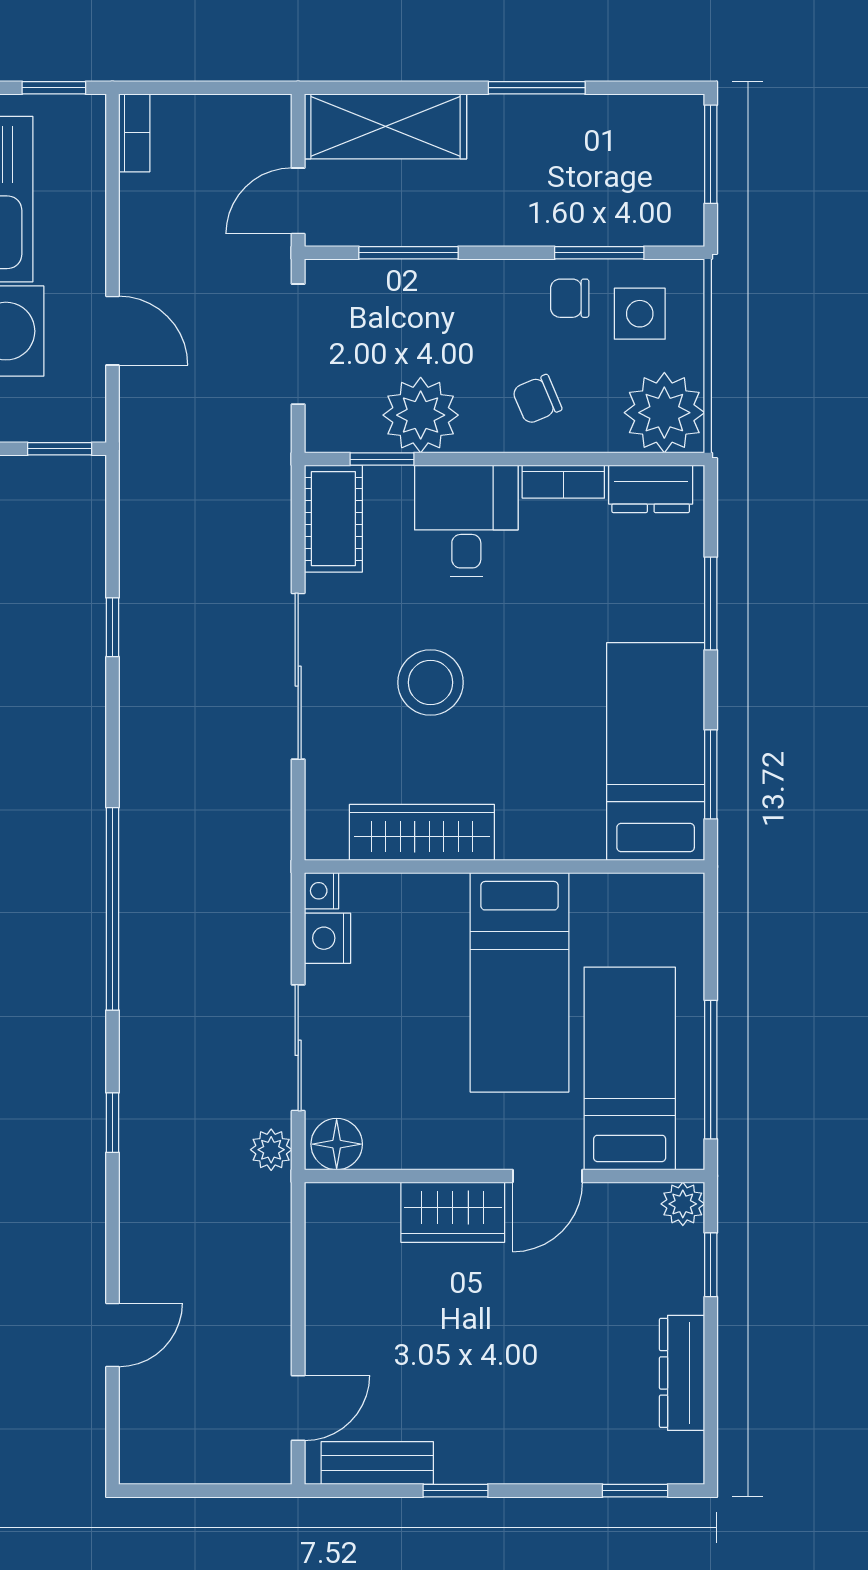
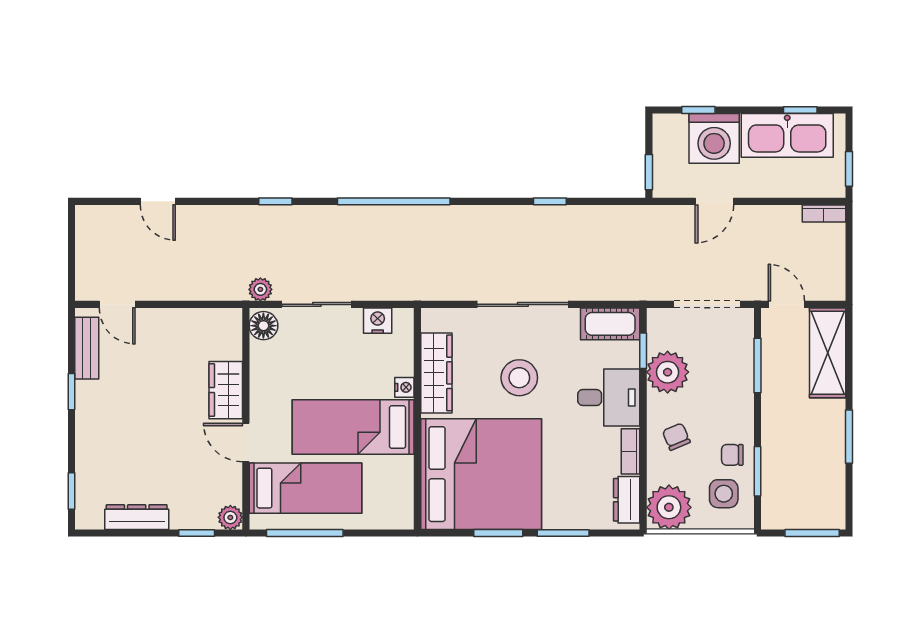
chair: (570, 298) -> (732, 455), turned -90
bed: (656, 751) -> (481, 474), width x2.04
window: (711, 774) -> (498, 533), moved
nightstand: (321, 891) -> (404, 387), moved, turned 90

